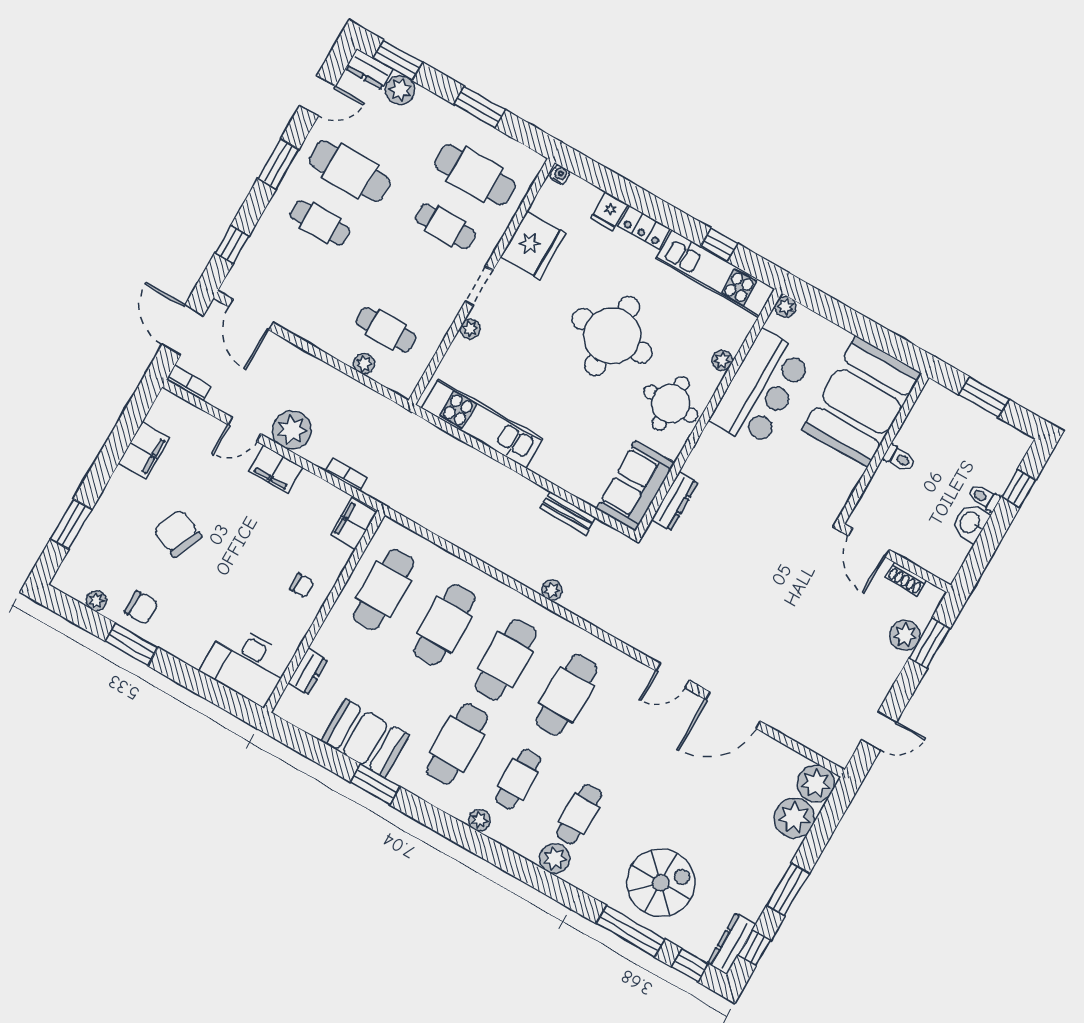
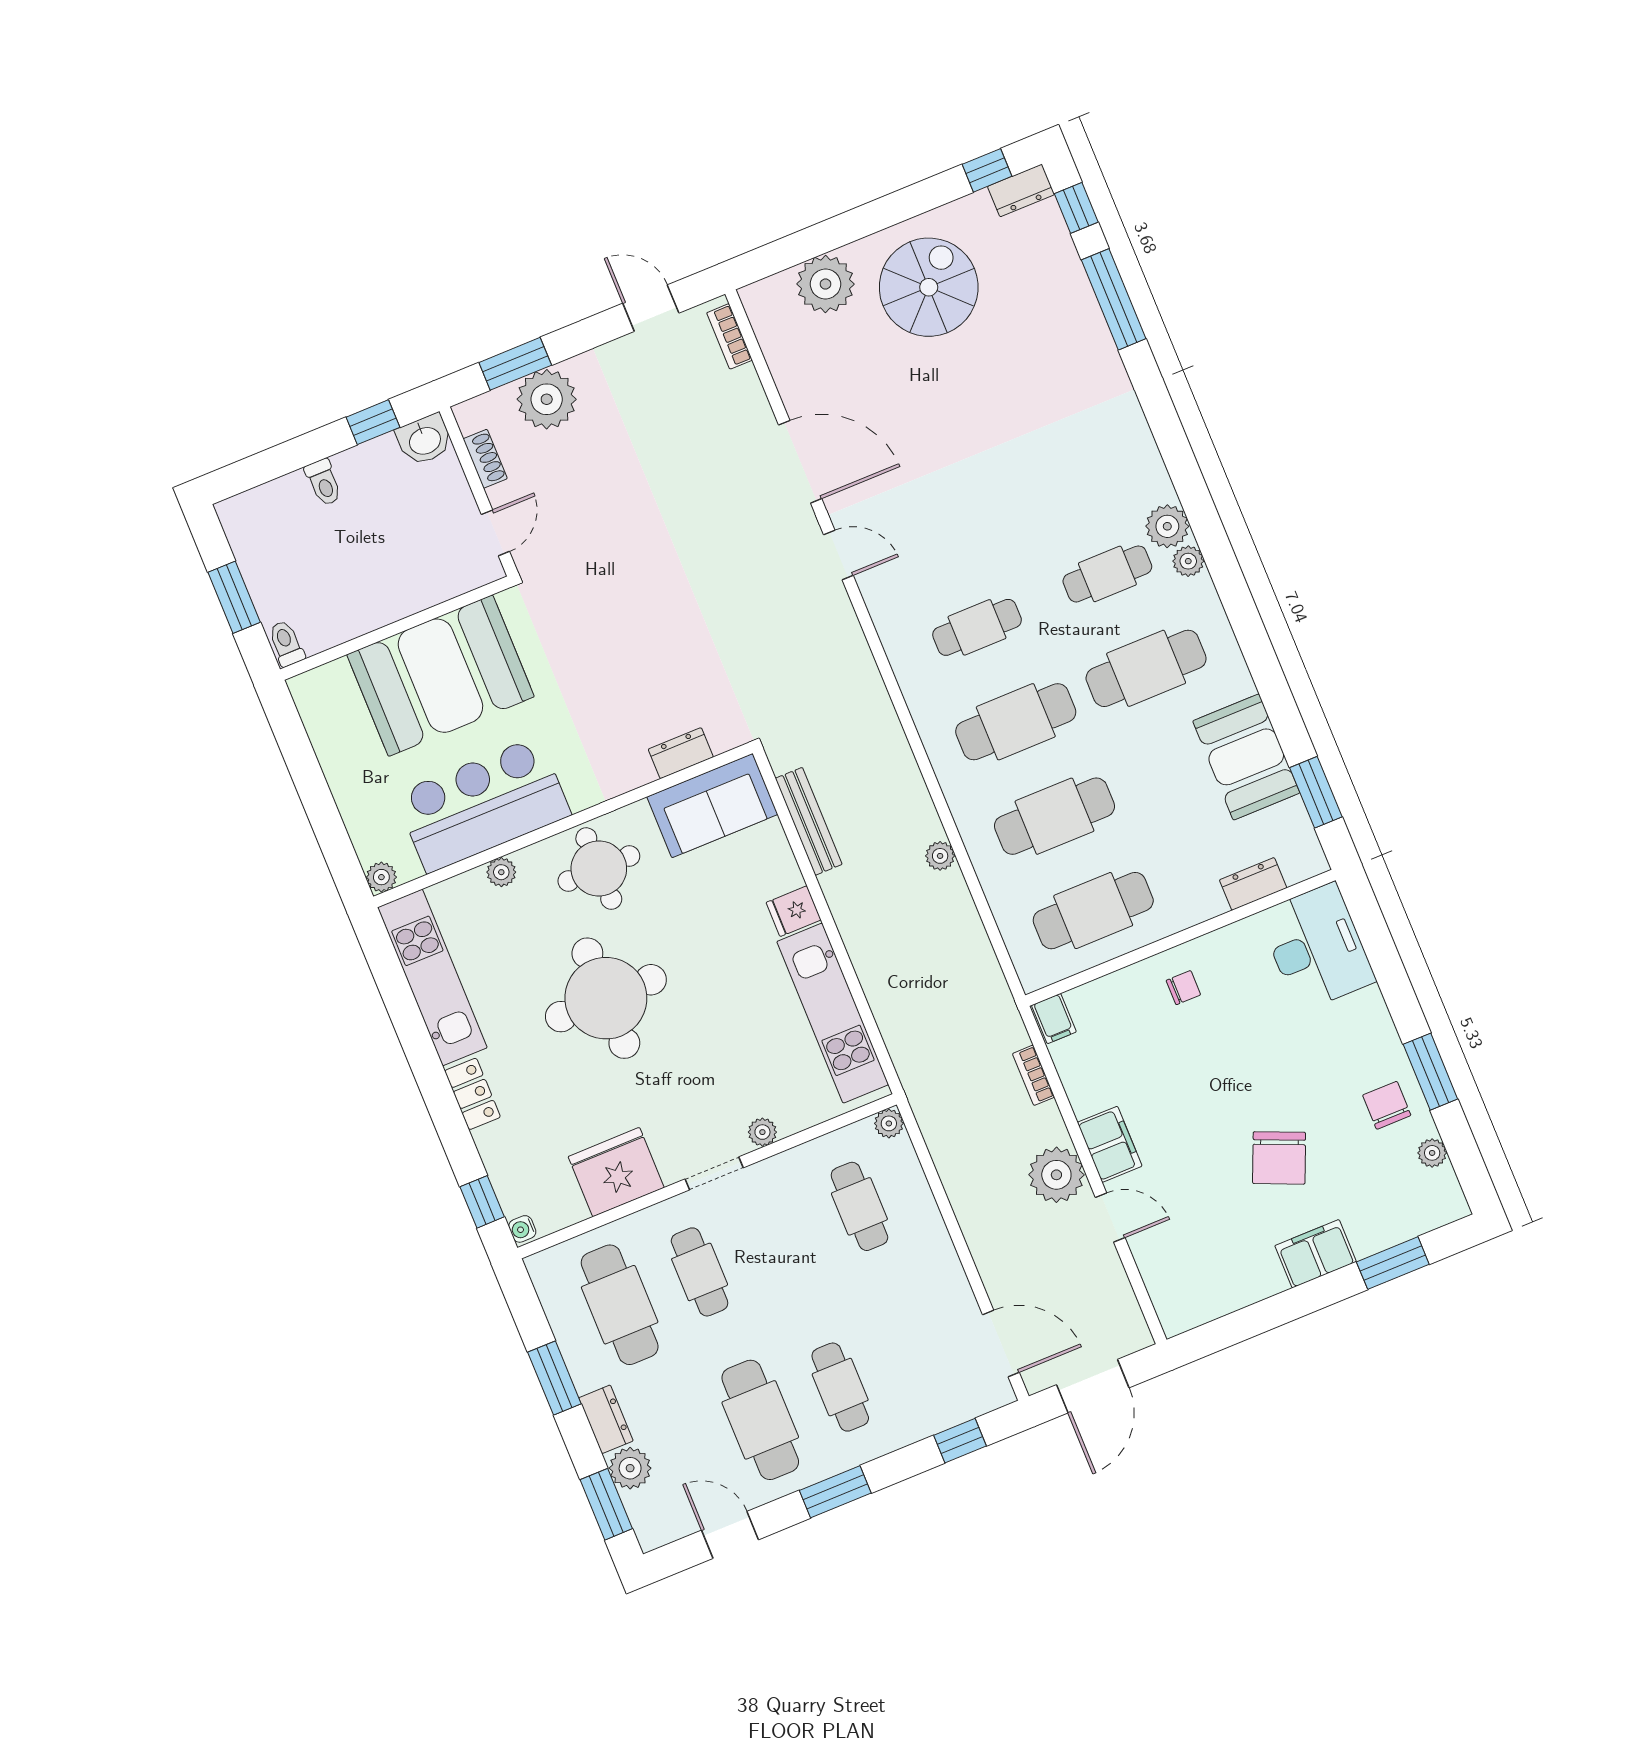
dresser: (369, 69) -> (606, 1419), moved
fridge: (609, 211) -> (794, 911), moved, turned 180
window: (719, 245) -> (482, 1202), moved
door: (251, 315) -> (1001, 1343), hinge flipped
plant: (364, 364) -> (889, 1123), moved
bookcase: (189, 383) -> (729, 336), moved
booth: (862, 401) -> (440, 676), moved
filing cabinet: (144, 451) -> (1316, 1254), moved
toilet: (899, 458) -> (286, 643), moved
window: (1019, 488) -> (373, 422), moved
dresser: (675, 501) -> (681, 753), width x0.70
bench: (568, 513) -> (809, 821), width x1.36
washbasin: (970, 523) -> (425, 440), moved
filing cabinet: (354, 524) -> (1054, 1019), width x0.50
door: (869, 543) -> (495, 533), width x0.73
chair: (302, 586) -> (1183, 988), turned 90
plant: (552, 590) -> (940, 856), moved
plant: (905, 635) -> (547, 399), width x1.36, depth x1.36
cafe table: (567, 695) -> (977, 627), width x0.73, depth x0.74
window: (375, 784) -> (1316, 792), moved
plant: (816, 784) -> (770, 304), removed
cafe table: (579, 814) -> (1069, 480), removed
plant: (555, 859) -> (1167, 526), moved
spiral stairs: (661, 883) -> (929, 287), moved, turned 90
window: (788, 890) -> (896, 207), removed
dresser: (732, 944) -> (1021, 190), width x0.70

